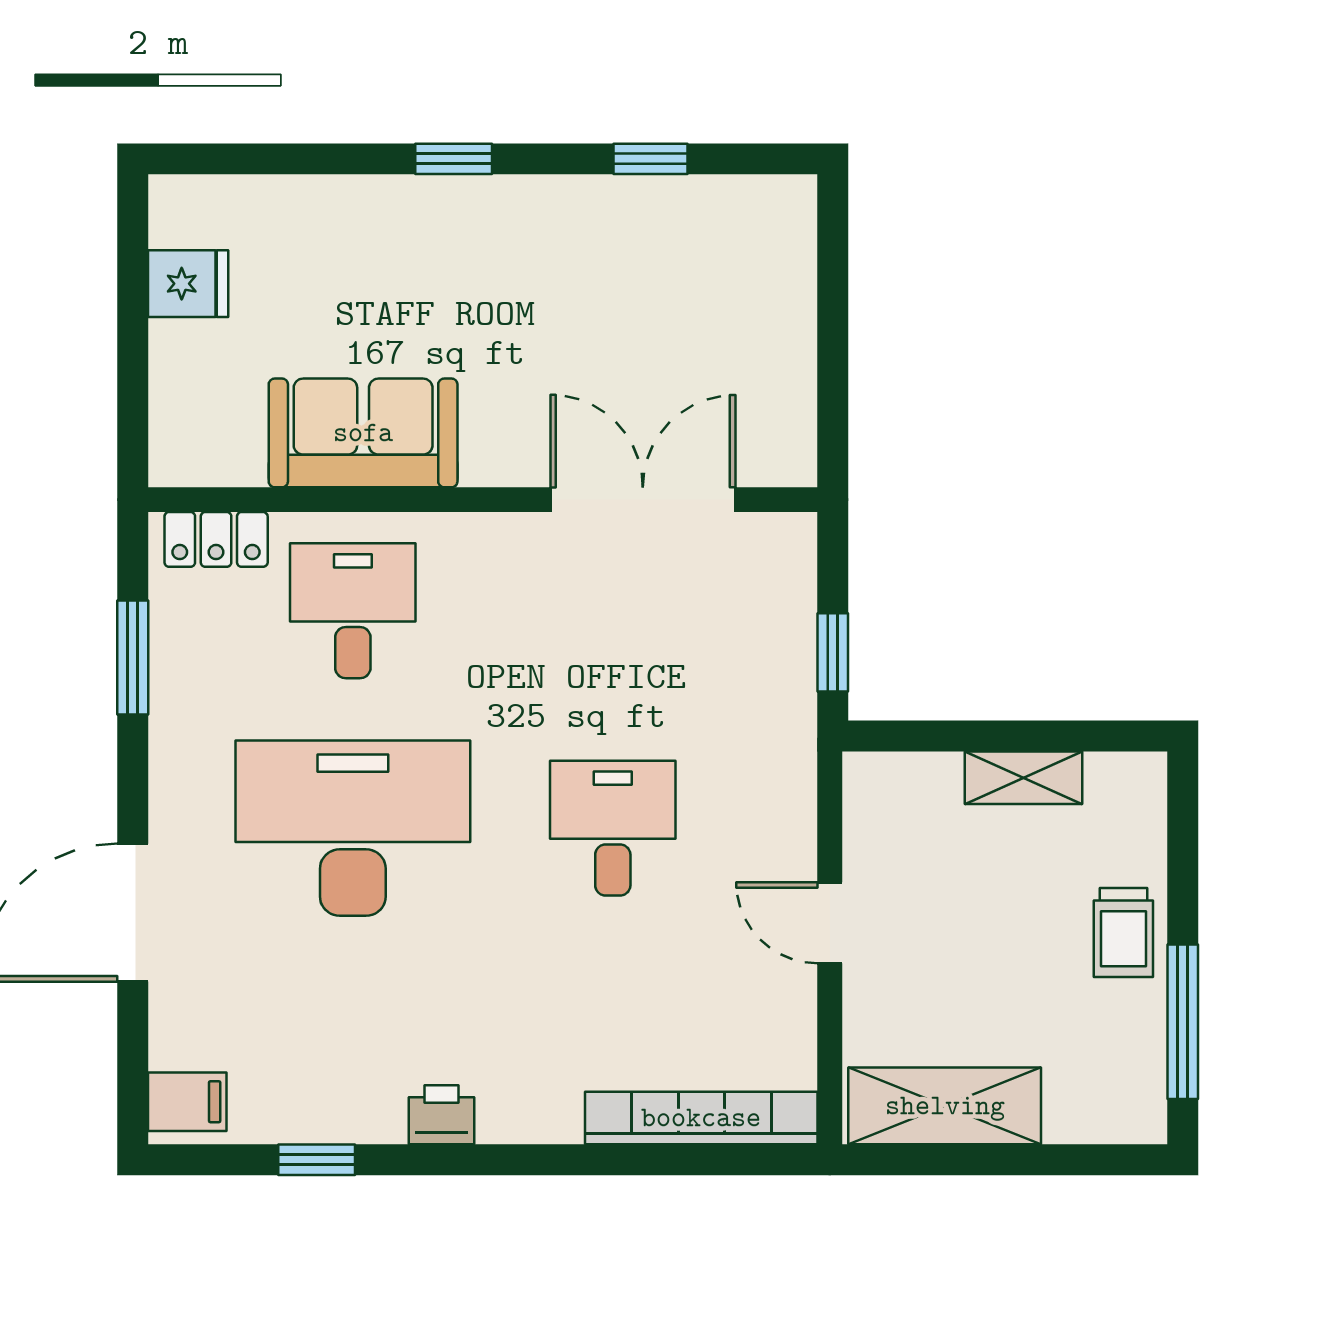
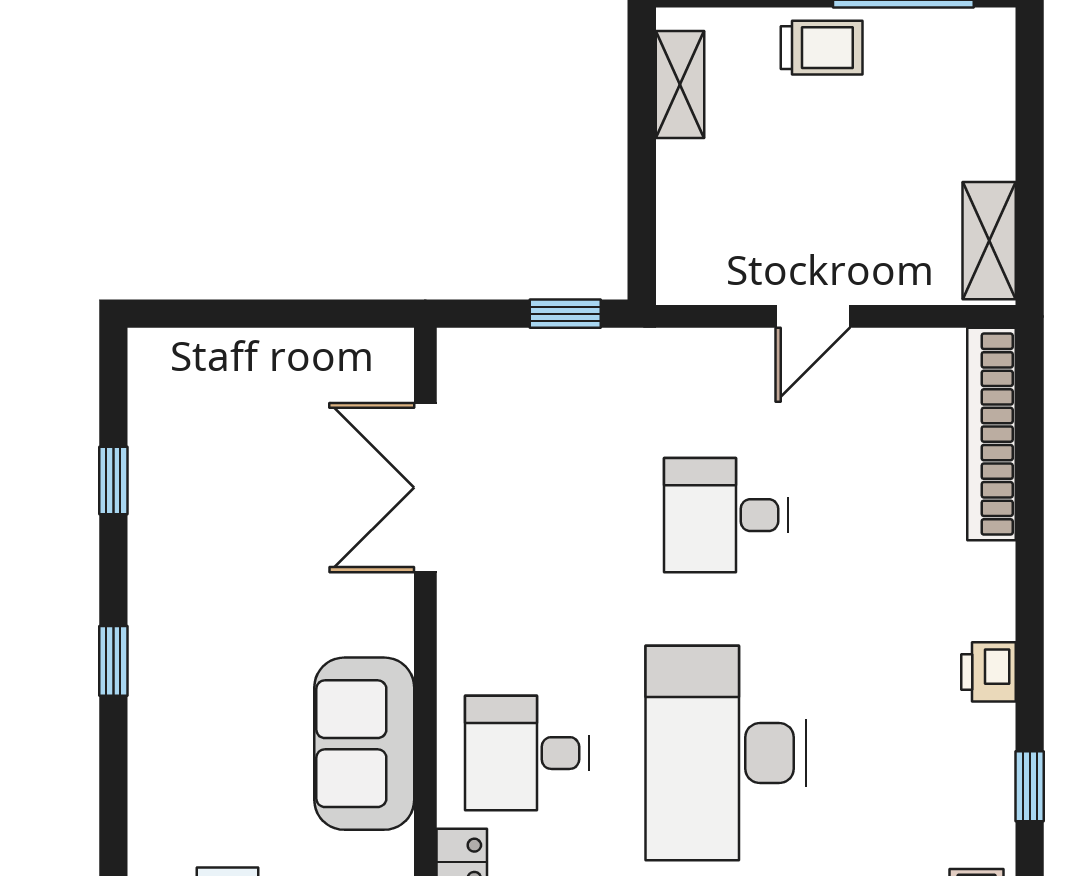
shelving: (1023, 778) -> (680, 85), moved
shelving: (945, 1106) -> (989, 241), width x0.67, depth x0.75

